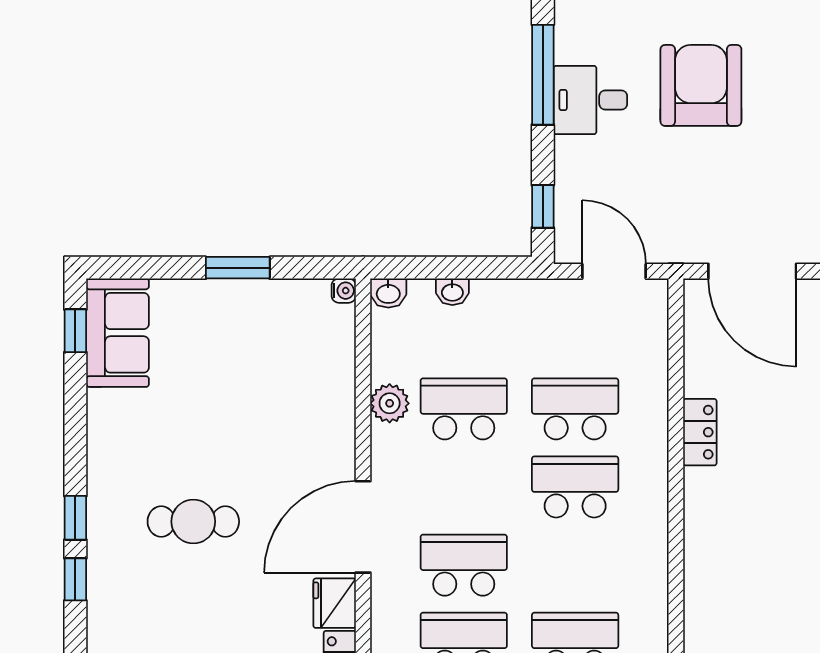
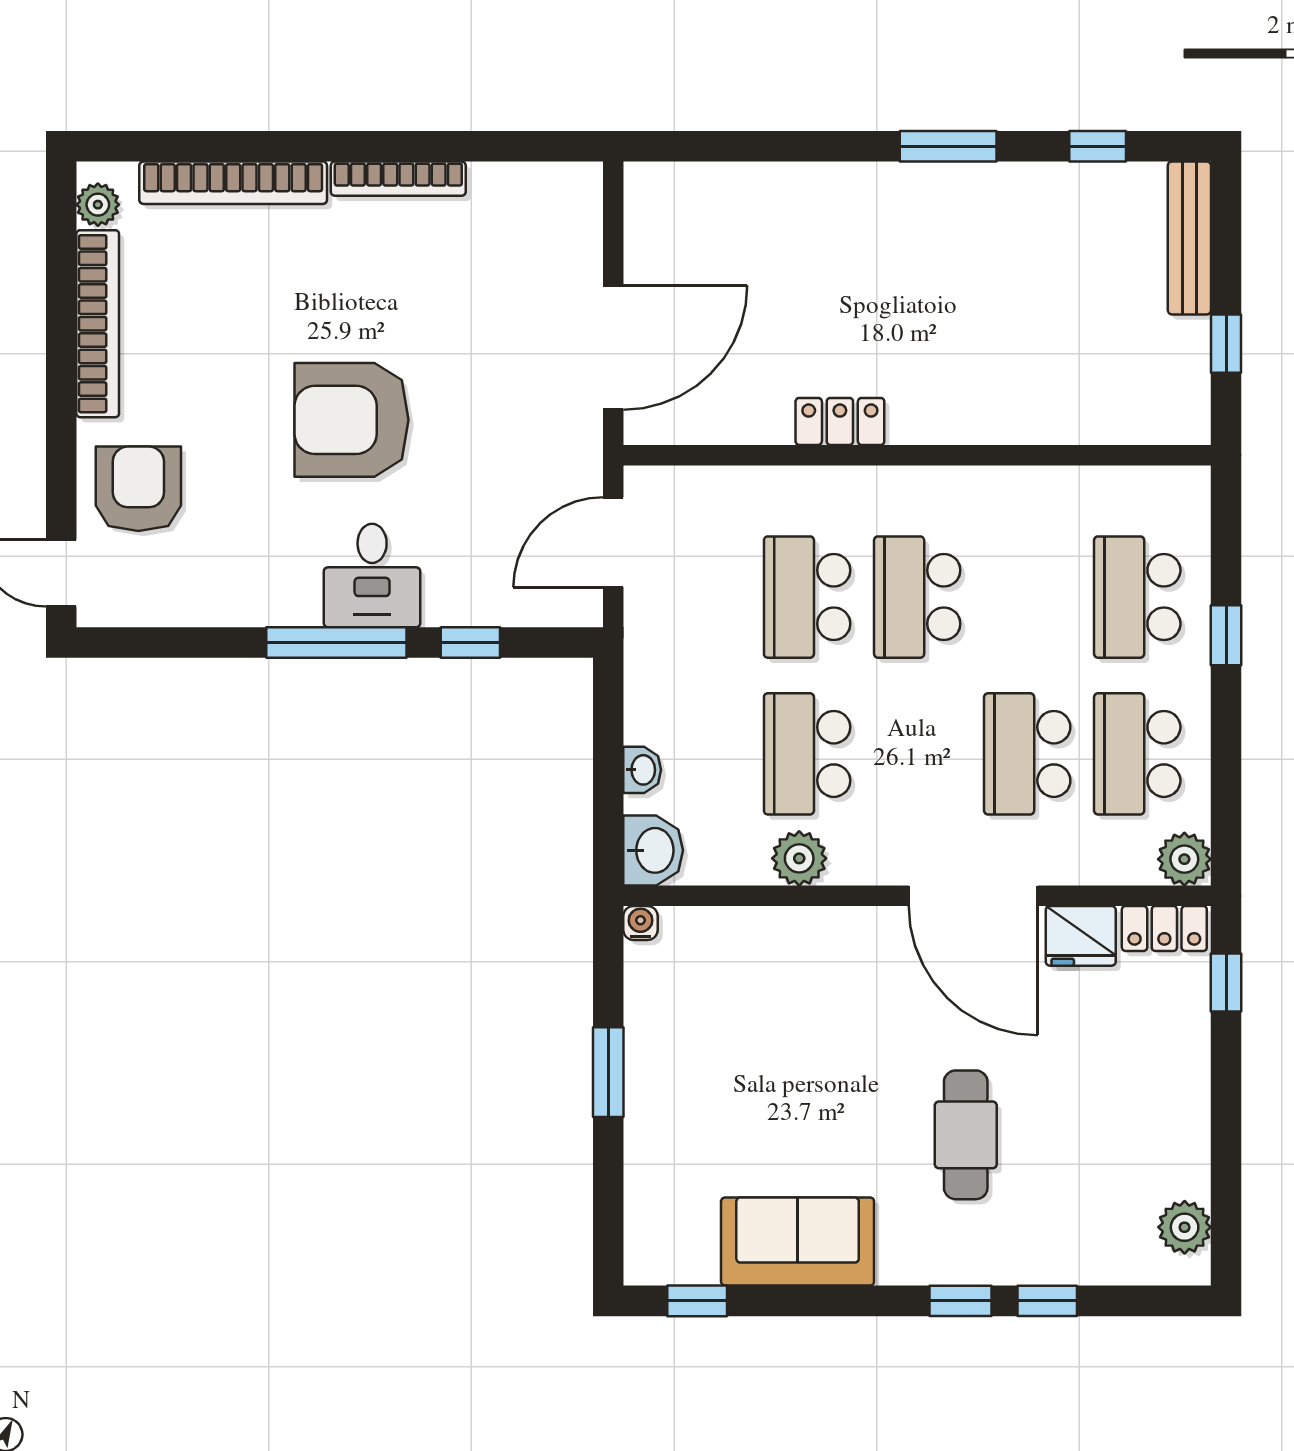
window: (543, 206) -> (470, 643), moved
washbasin: (388, 293) -> (653, 850), width x1.38, depth x1.45
sofa: (118, 333) -> (798, 1242), moved

